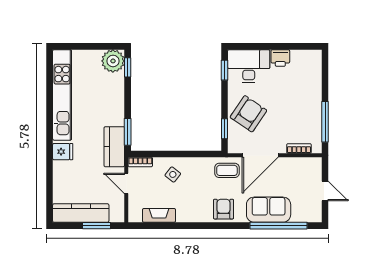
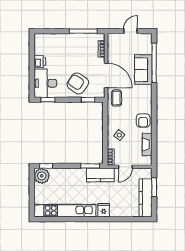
armchair: (224, 209) -> (143, 120), moved, turned -90

